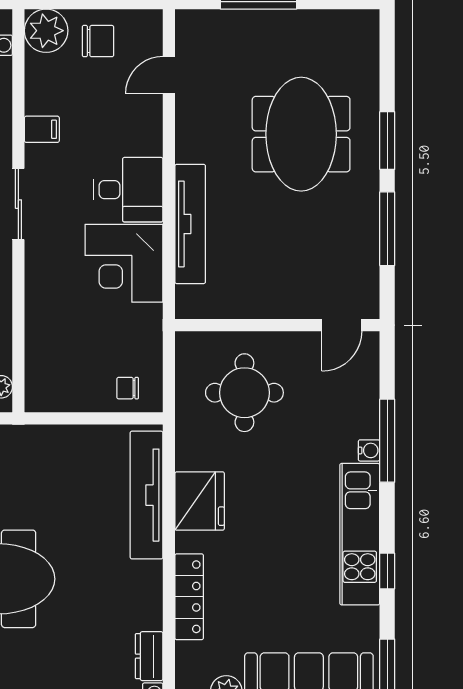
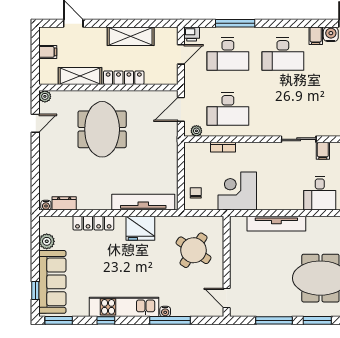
desk: (128, 190) -> (320, 193), moved
sliding door: (18, 204) -> (299, 139), moved
corner desk: (124, 263) -> (237, 191), moved
bookcase: (34, 333) -> (223, 147), added
round table: (244, 393) -> (194, 250), turned 34

